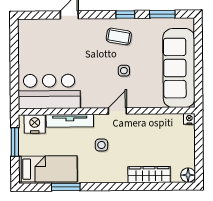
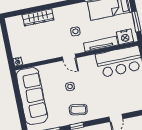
door: (117, 111) -> (69, 57), hinge flipped
floor lamp: (188, 175) -> (11, 22), removed

